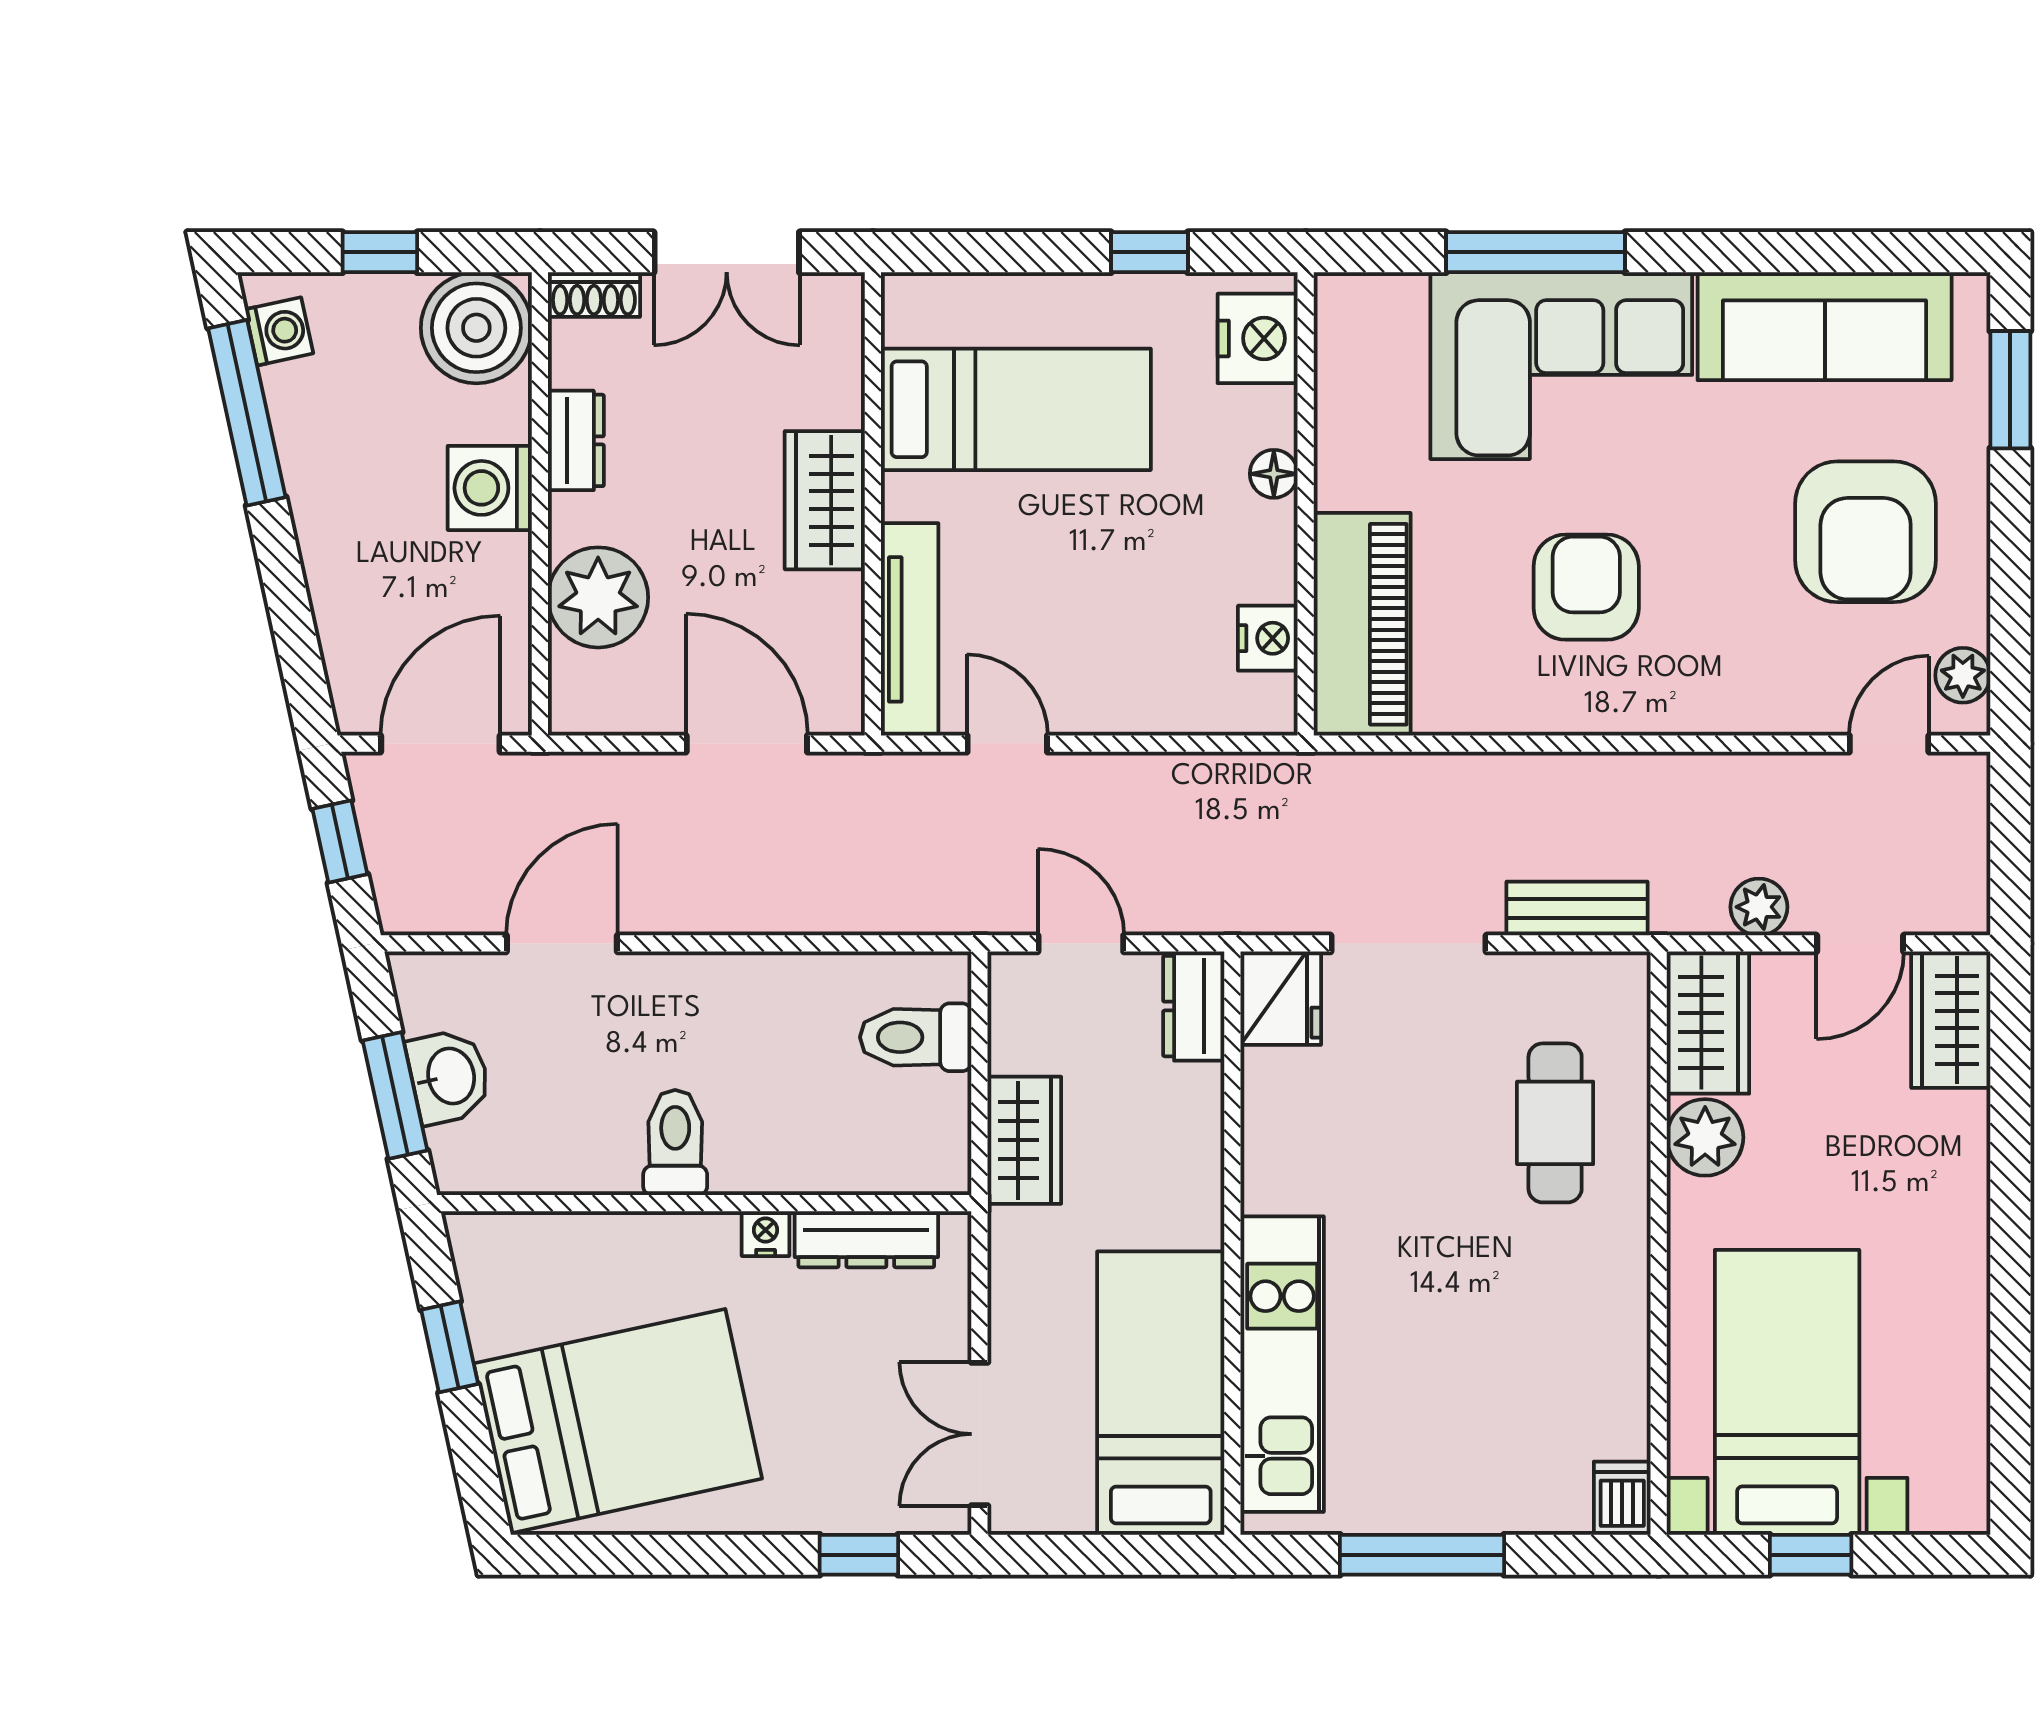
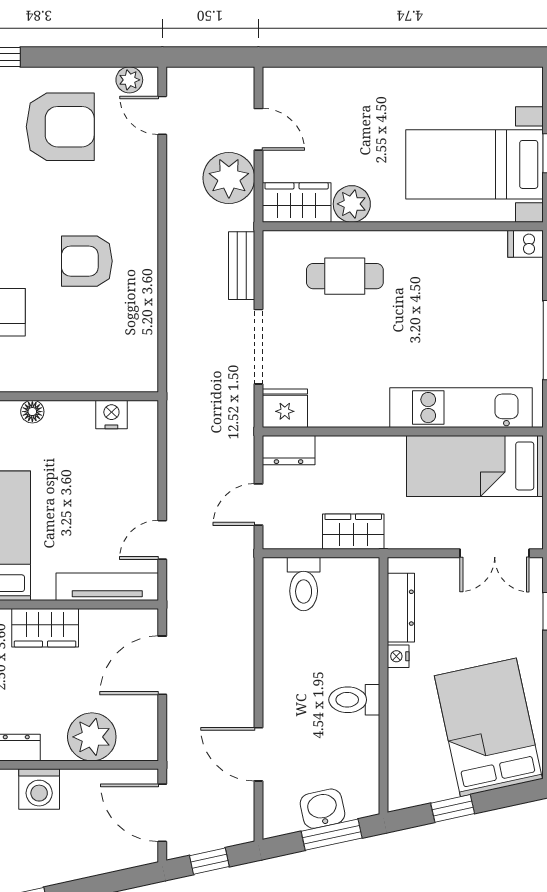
piano: (1362, 624) -> (105, 369), removed
plant: (1759, 907) -> (229, 178), width x1.88, depth x1.88
wardrobe: (1951, 1020) -> (295, 86), removed

